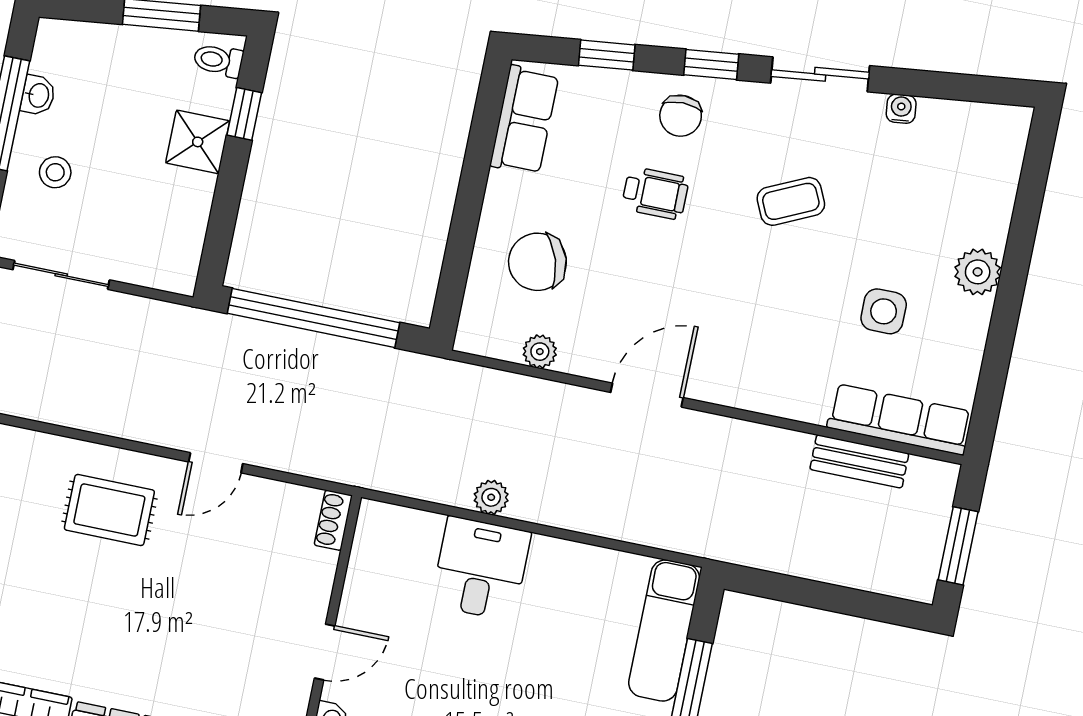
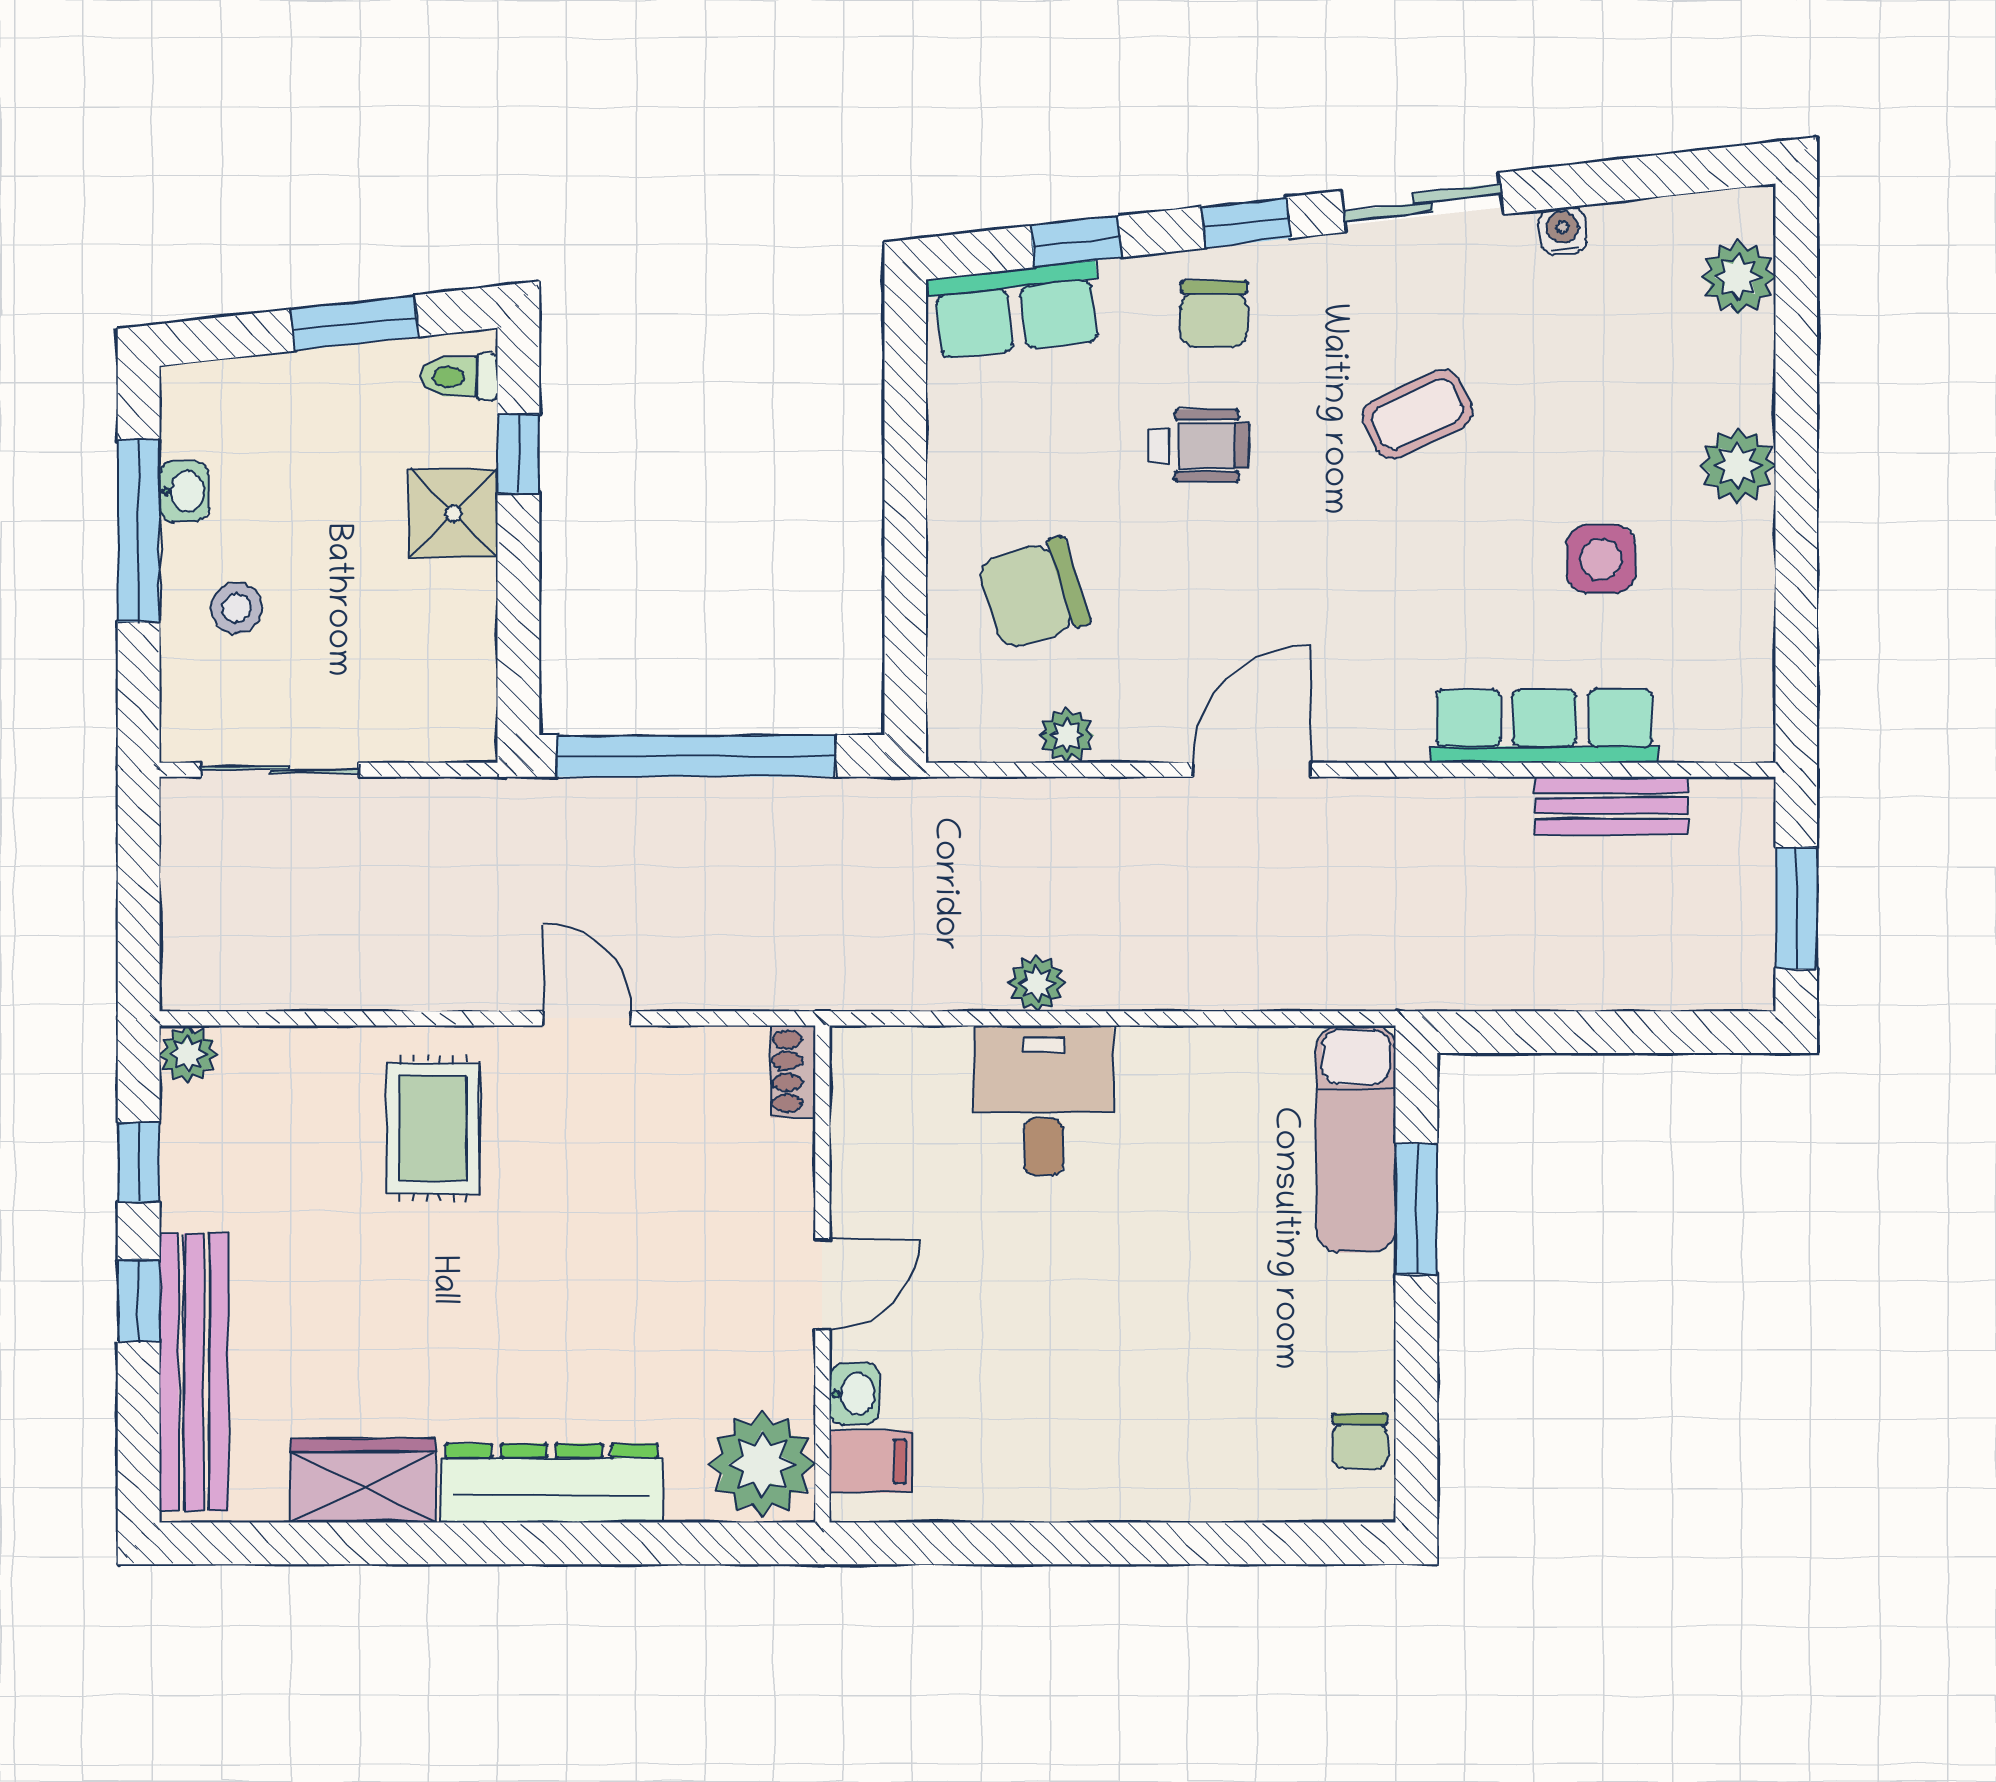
row of seats: (524, 120) -> (1016, 310), moved, turned 84
plant: (1001, 159) -> (1738, 277), added
row of seats: (899, 419) -> (1544, 726), moved
door: (216, 463) -> (587, 1018), swing flipped
rug: (109, 510) -> (433, 1128), turned 90

